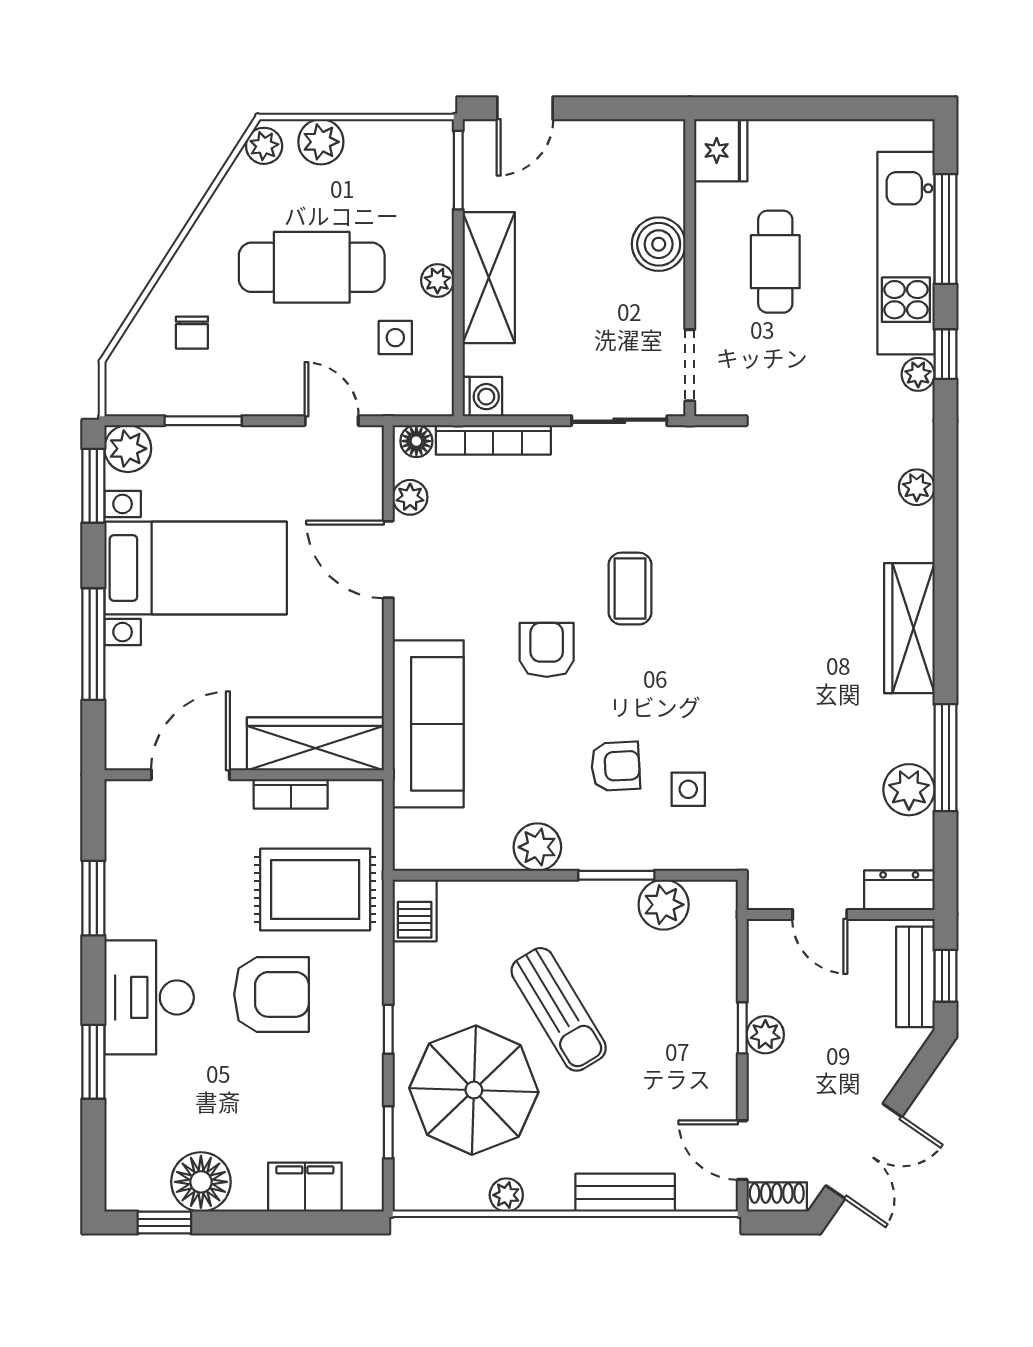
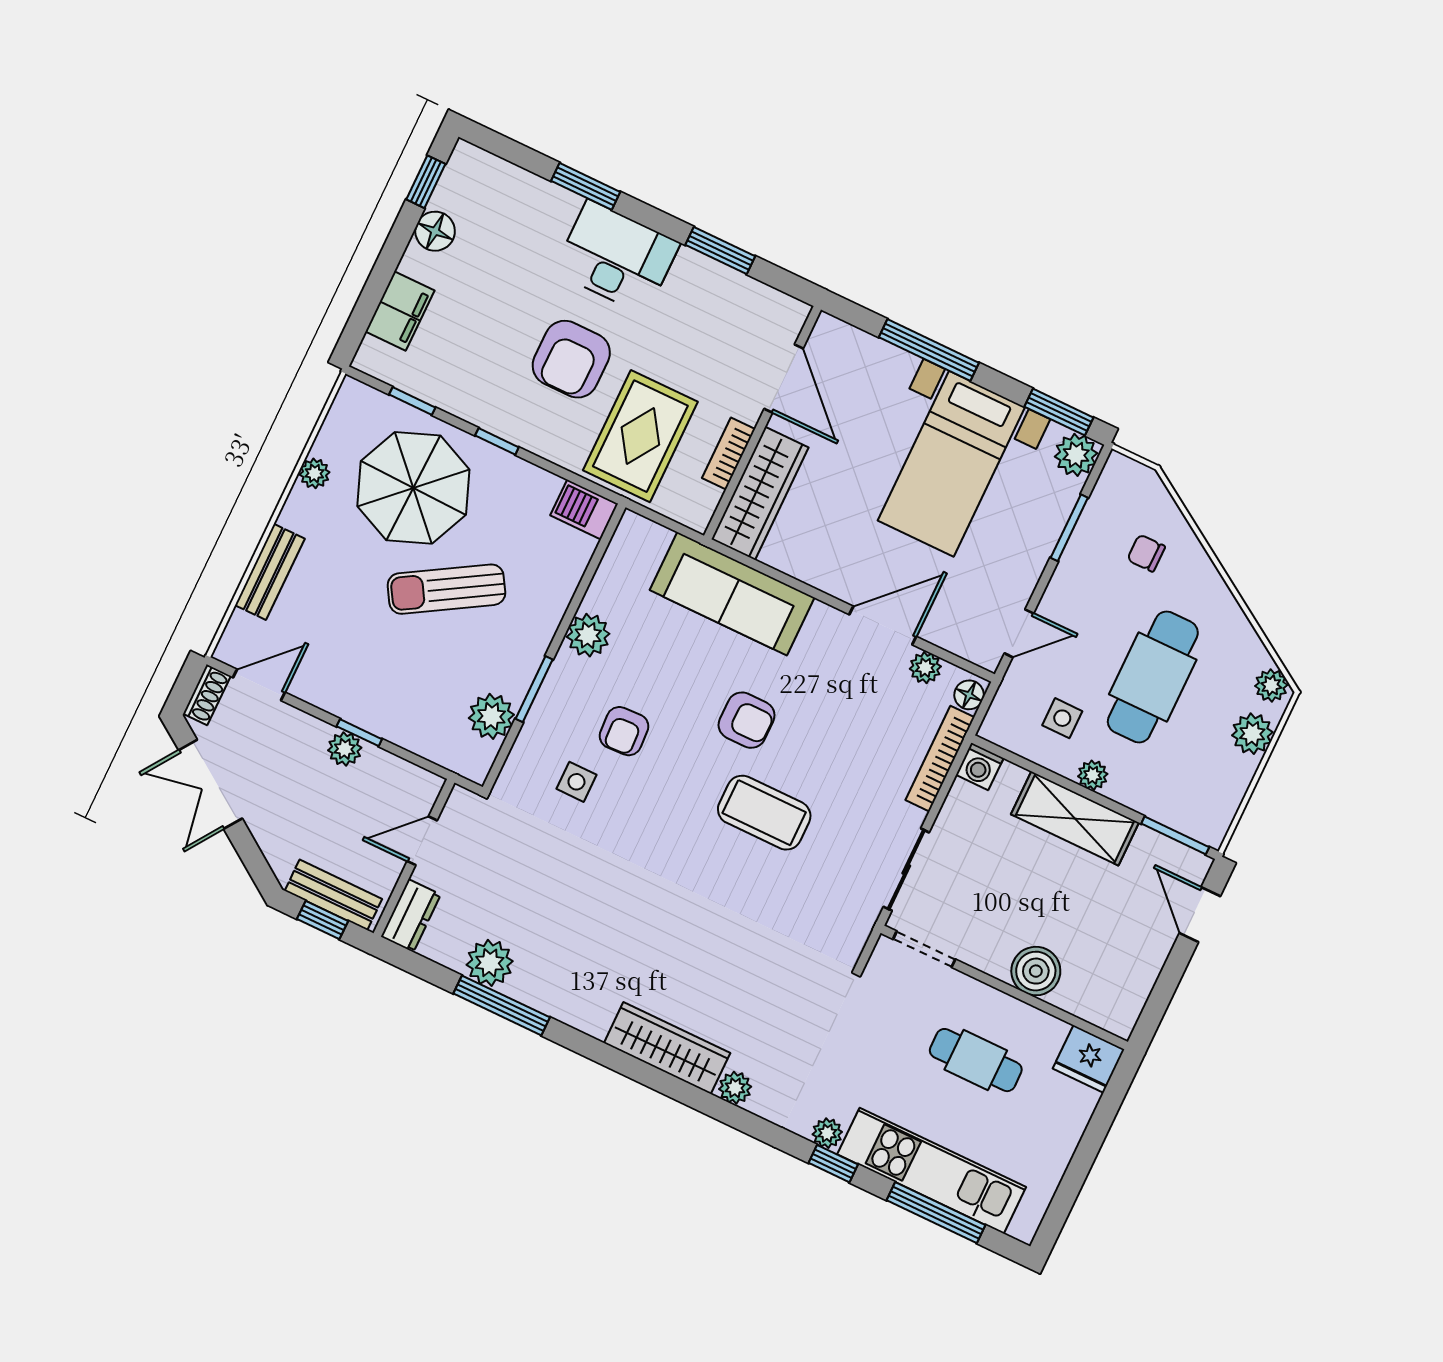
coffee table: (630, 589) -> (764, 813), width x1.36, depth x1.30
wardrobe: (909, 628) -> (667, 1048), moved
floor lamp: (201, 1182) -> (435, 231), width x0.73, depth x0.73

